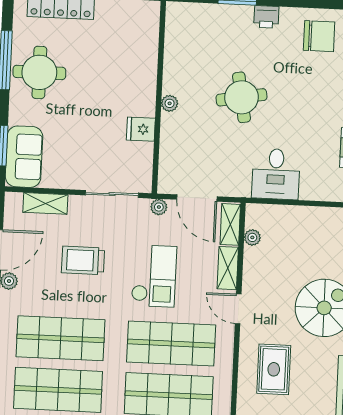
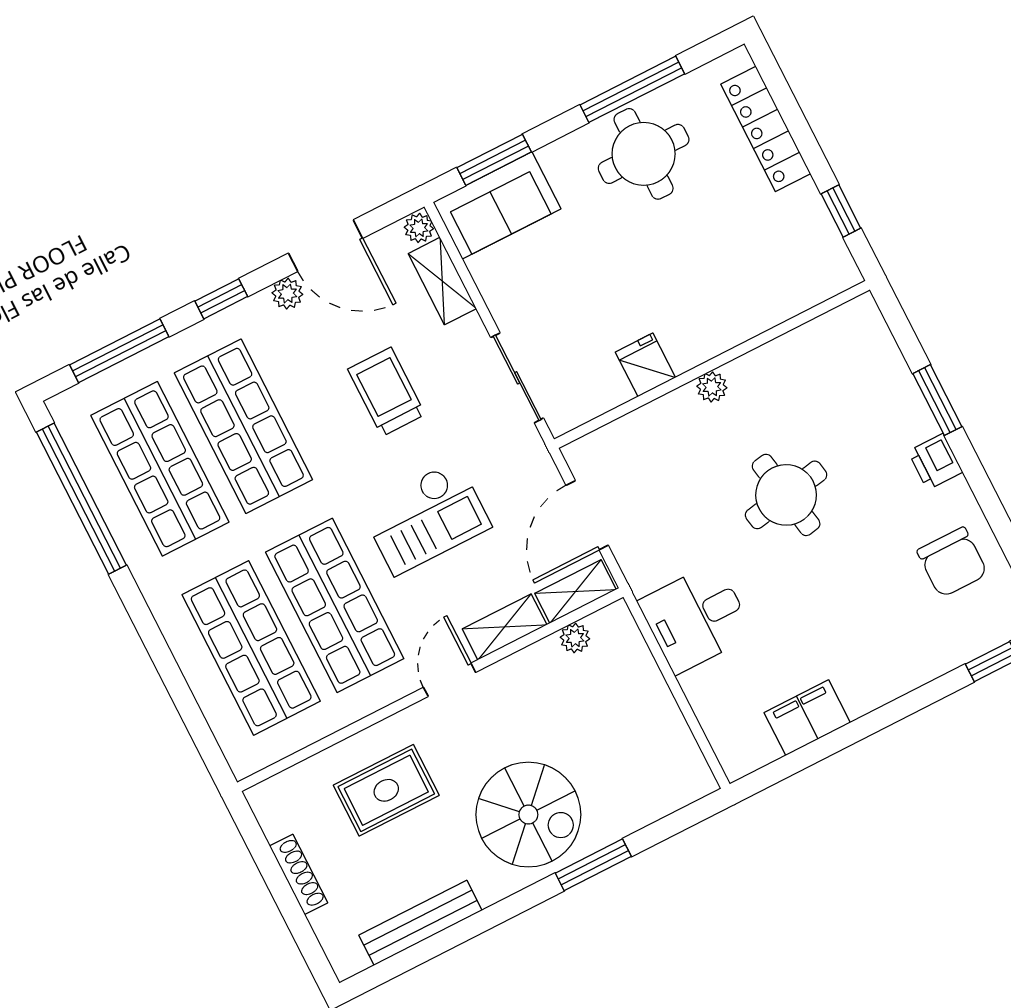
plant: (159, 207) -> (419, 228), moved

